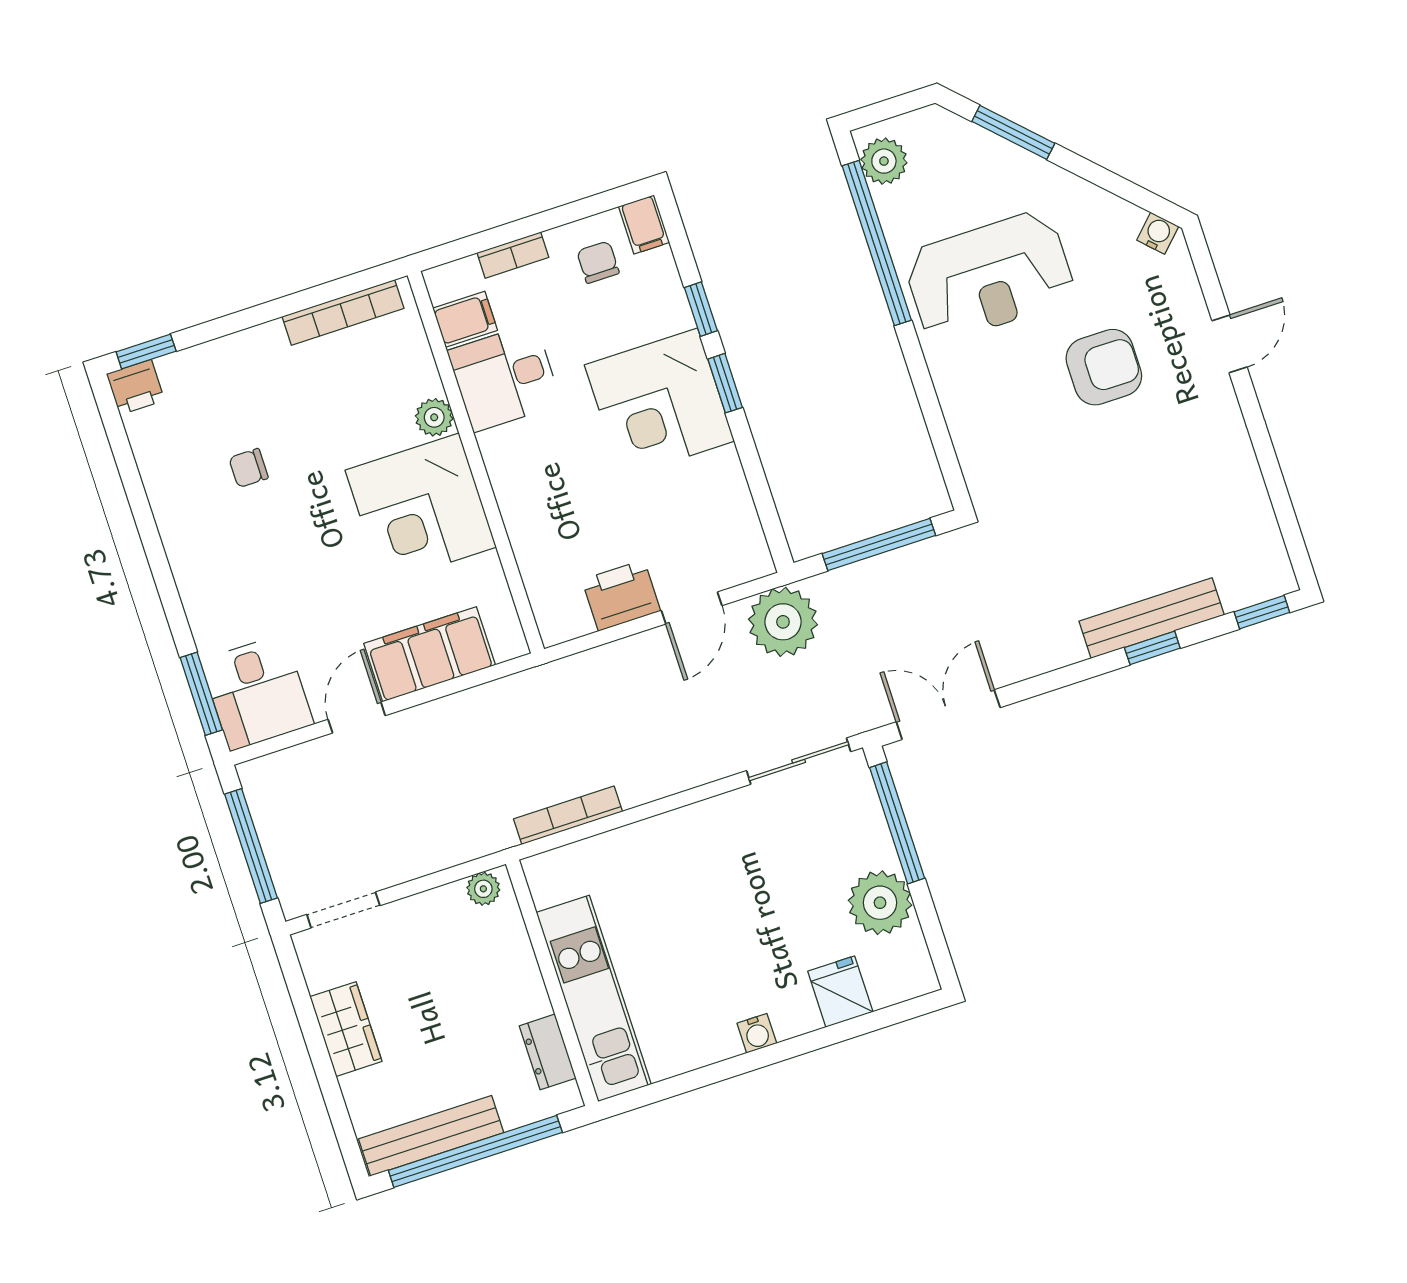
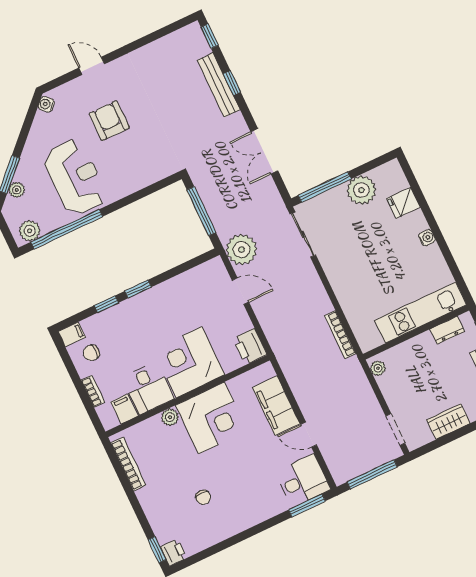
plant: (978, 144) -> (17, 190), added
corner desk: (659, 403) -> (189, 362), moved, turned 180
printer: (621, 595) -> (250, 347), moved
double door: (948, 715) -> (264, 151), moved

